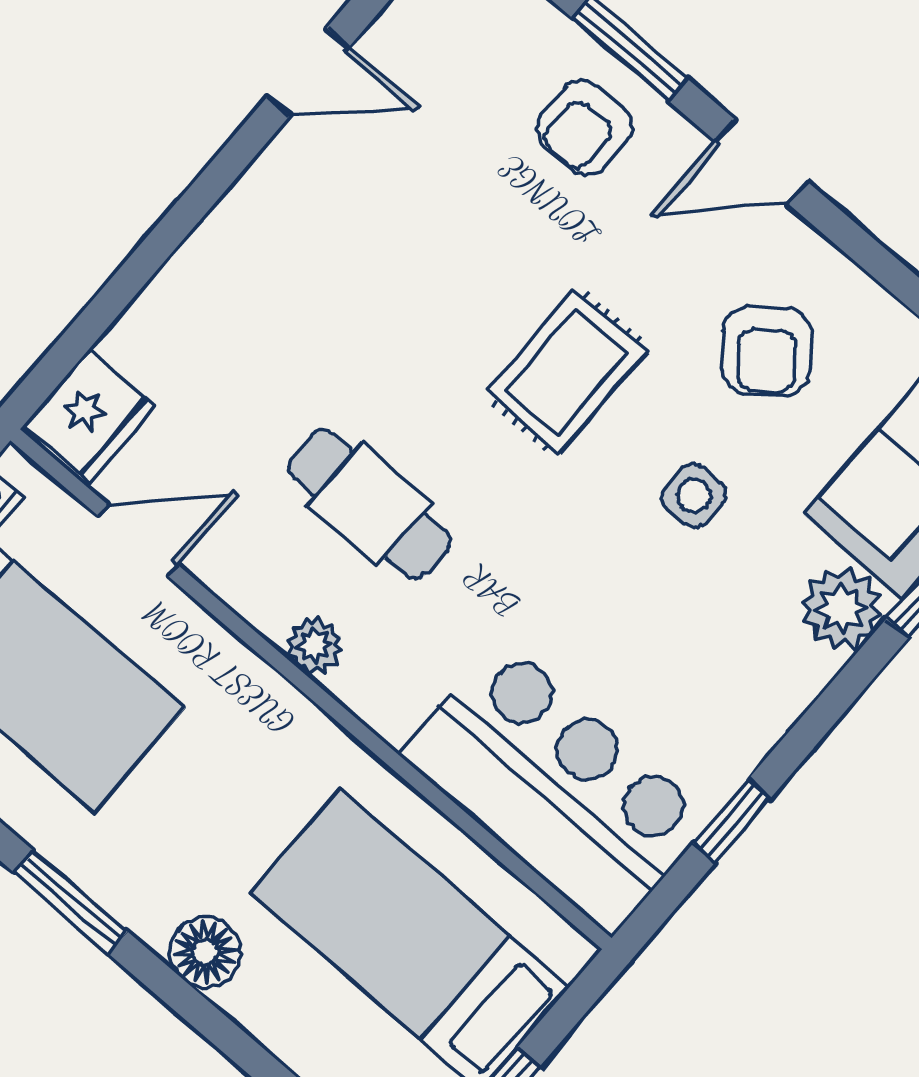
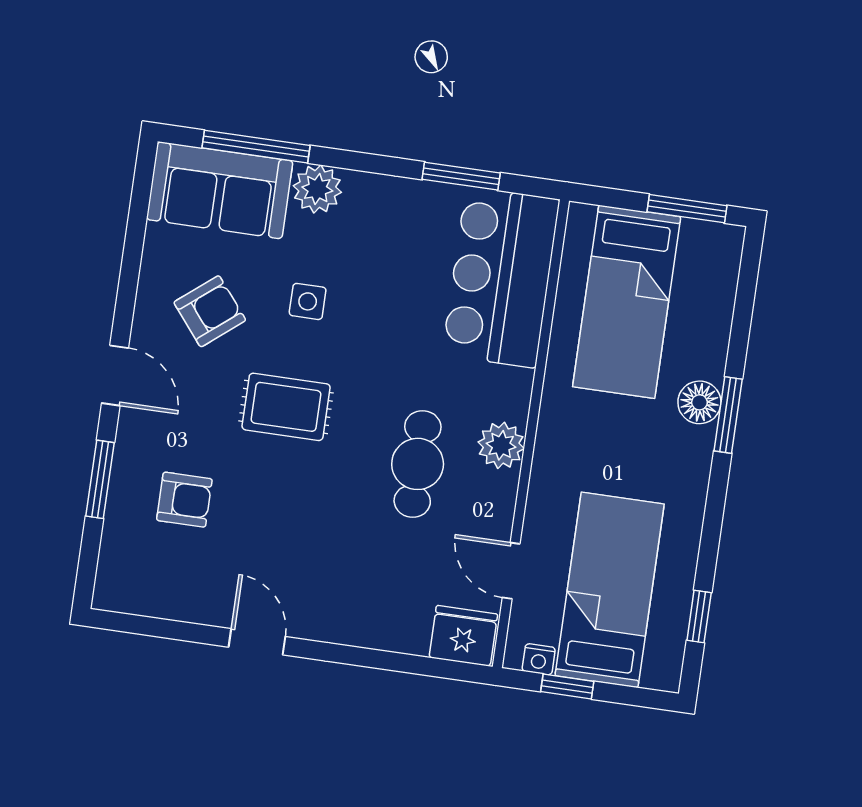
door: (308, 72) -> (257, 642), moved
armchair: (584, 128) -> (184, 500), moved
plant: (314, 645) -> (501, 445), width x1.38, depth x1.38
window: (732, 821) -> (461, 176), width x1.50
window: (71, 902) -> (728, 415), moved

